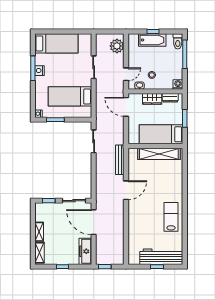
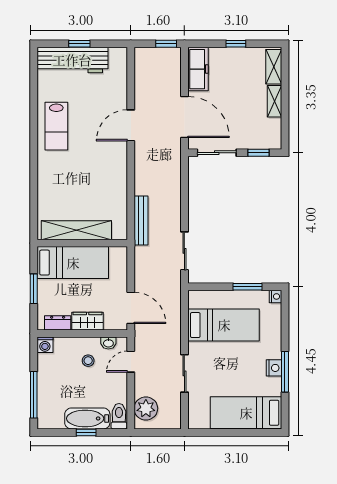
toilet: (178, 41) -> (119, 416), moved
door: (126, 190) -> (131, 125), moved

